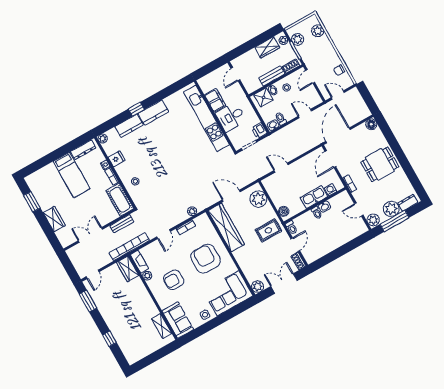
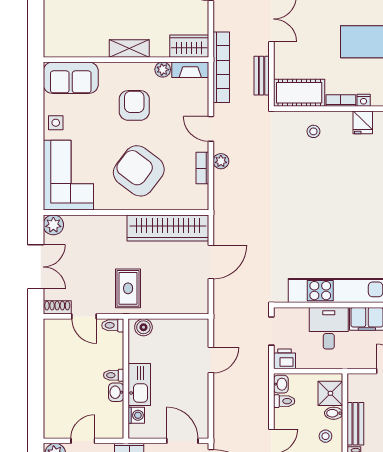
plant: (258, 199) -> (183, 300), removed
plant: (192, 211) -> (221, 161), moved
armchair: (206, 259) -> (139, 171), turned -143
shelving: (162, 326) -> (129, 48), moved

